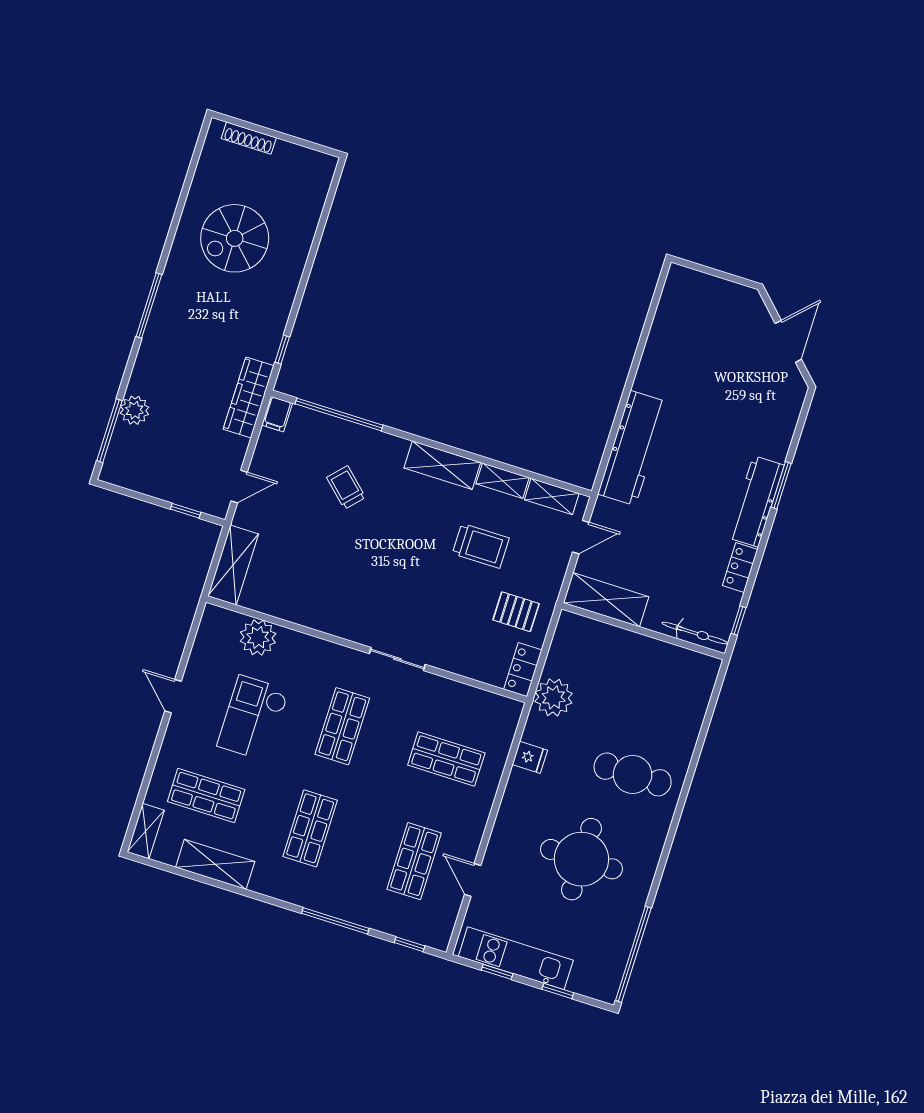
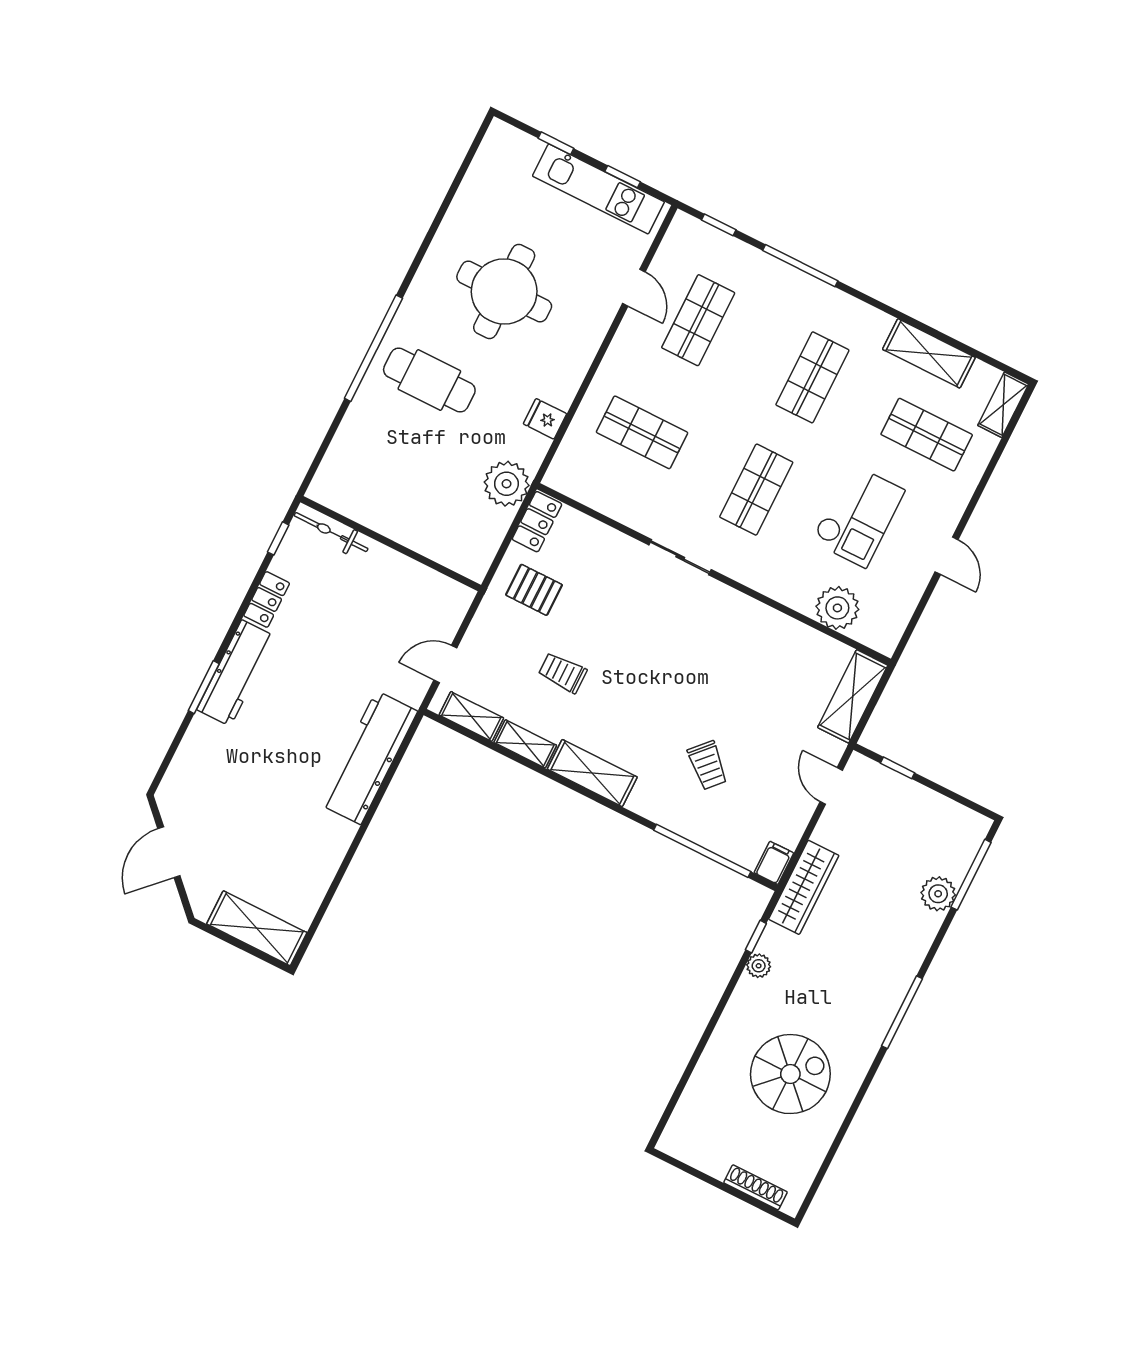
plant: (276, 325) -> (759, 966), added
door: (239, 487) -> (831, 786), hinge flipped
trolley: (481, 546) -> (563, 673), width x0.73, depth x0.72
shelving: (606, 600) -> (257, 928), moved
window: (633, 954) -> (373, 348), moved

